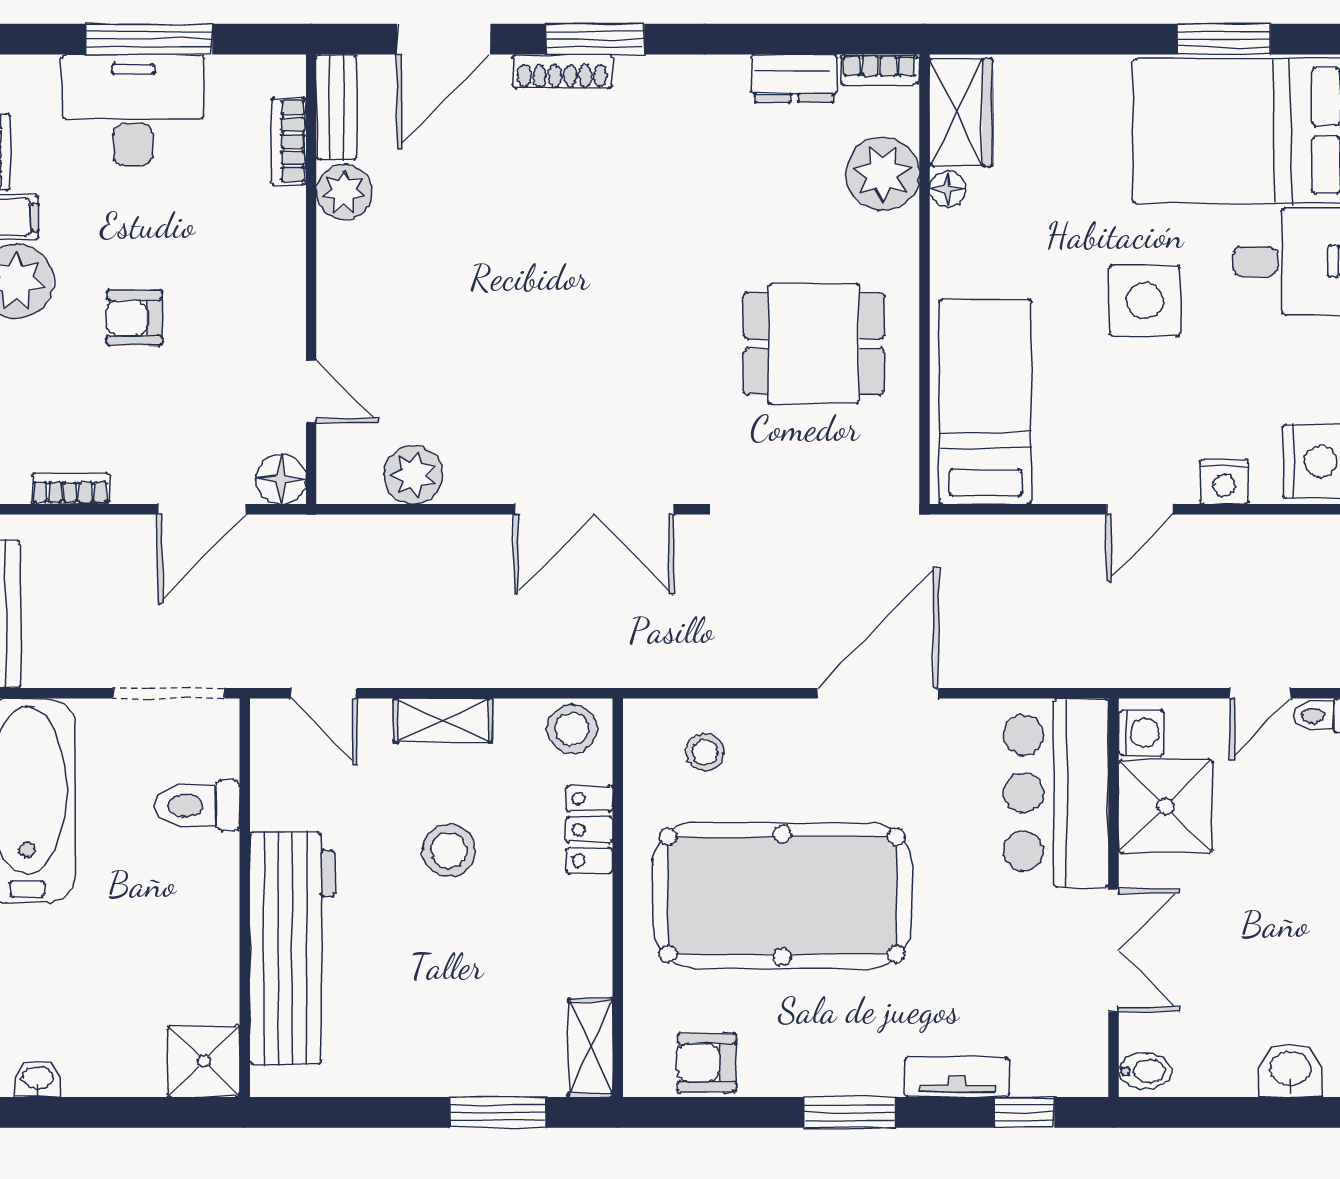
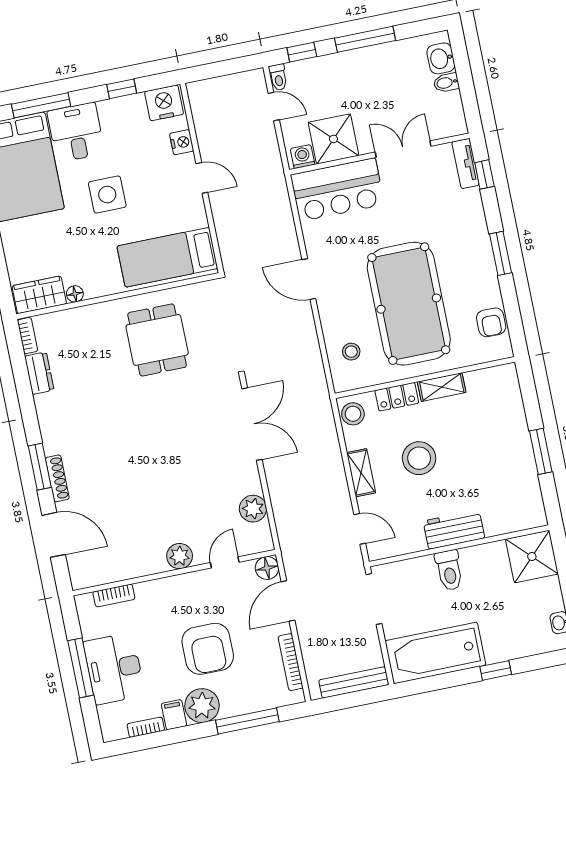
bench: (336, 107) -> (94, 577), removed
plant: (883, 174) -> (74, 324), removed
plant: (344, 192) -> (180, 556), moved
armchair: (134, 318) -> (208, 649), width x1.88, depth x1.88
bookcase: (70, 489) -> (291, 662), width x1.56
door: (202, 509) -> (288, 601), swing flipped
door: (324, 693) -> (360, 529), hinge flipped
door: (878, 693) -> (309, 279), width x0.73
toilet: (197, 806) -> (449, 570), moved
stool: (449, 850) -> (419, 458), width x1.38, depth x1.38
workbench: (292, 948) -> (454, 529), width x0.53, depth x0.76
shelving: (590, 1048) -> (442, 387), moved
shower: (204, 1061) -> (532, 557), width x1.36, depth x1.36
bidet: (1145, 1071) -> (446, 83), moved, turned -90
tv unit: (957, 1077) -> (466, 163), moved
window: (498, 1112) -> (541, 451), moved

